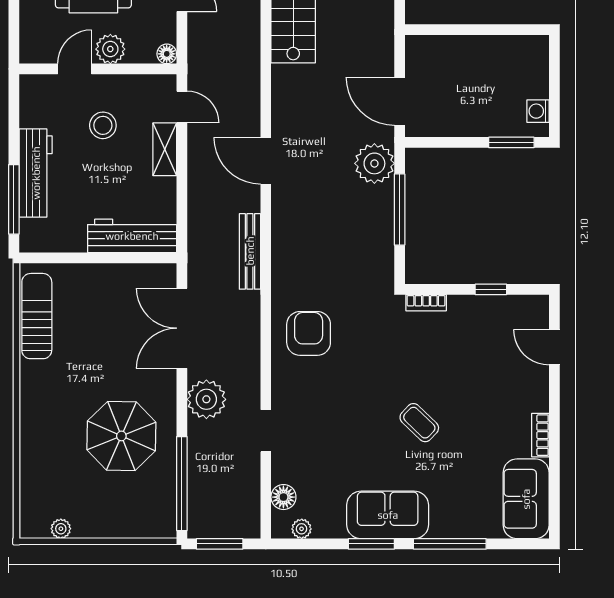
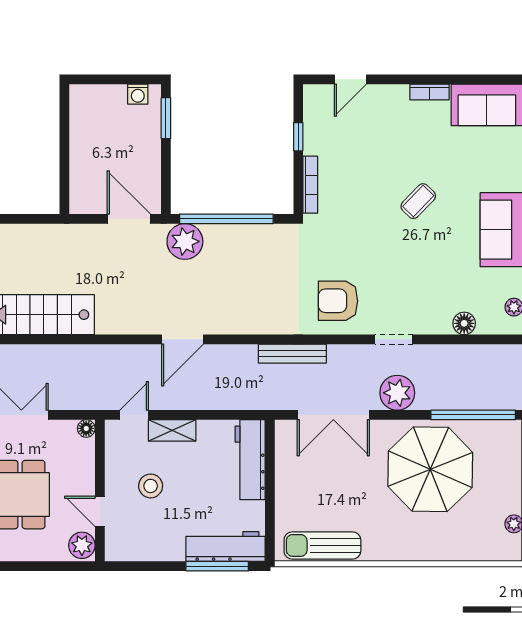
plant: (110, 49) -> (82, 545), moved
door: (400, 101) -> (129, 219), swing flipped
workbench: (36, 173) -> (225, 547), moved
window: (400, 209) -> (226, 219), width x1.46
bench: (250, 251) -> (292, 354), moved
bookcase: (426, 303) -> (310, 185), width x1.56
doorway: (266, 431) -> (394, 339), moved
parasol: (121, 436) -> (430, 469), width x1.36, depth x1.36
floor lamp: (283, 497) -> (464, 323), moved

